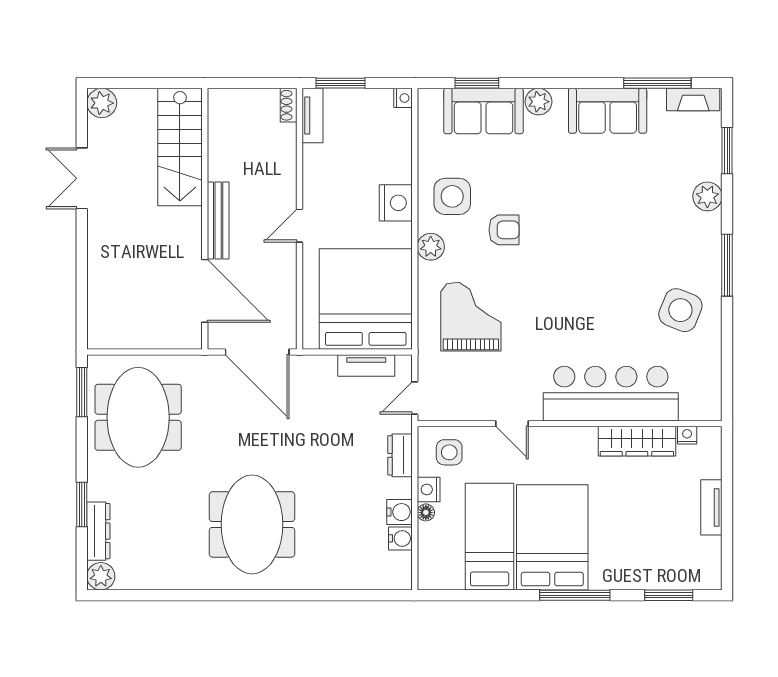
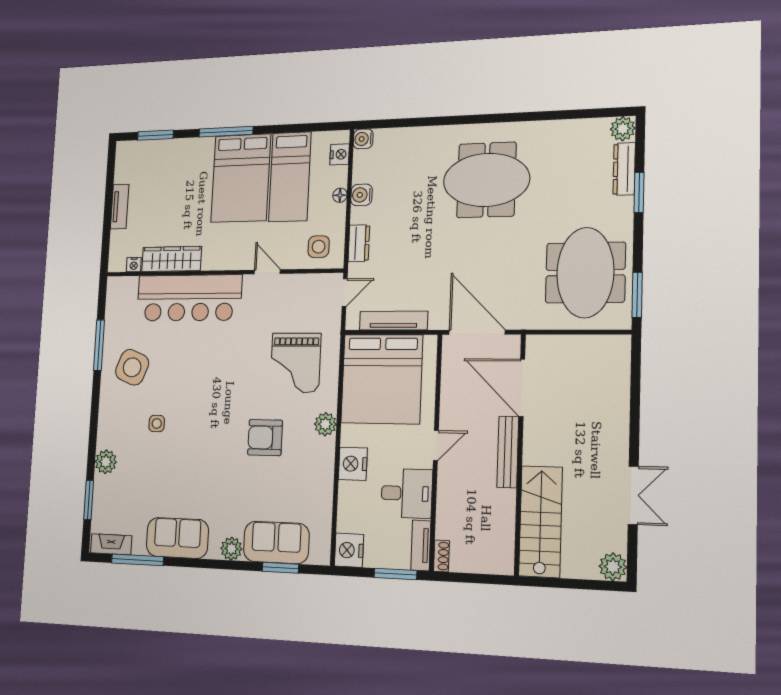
nightstand: (403, 98) -> (349, 550), width x1.89, depth x1.79
desk: (331, 172) -> (407, 493), added
side table: (452, 196) -> (157, 423), moved, width x0.54, depth x0.54
armchair: (504, 230) -> (265, 438), width x1.38, depth x1.38
window: (727, 265) -> (99, 345), moved
tv unit: (366, 365) -> (393, 321), width x1.41
nightstand: (429, 489) -> (340, 154), moved
meeting table: (252, 524) -> (486, 180), turned 90
water cooler: (400, 538) -> (363, 139), moved

